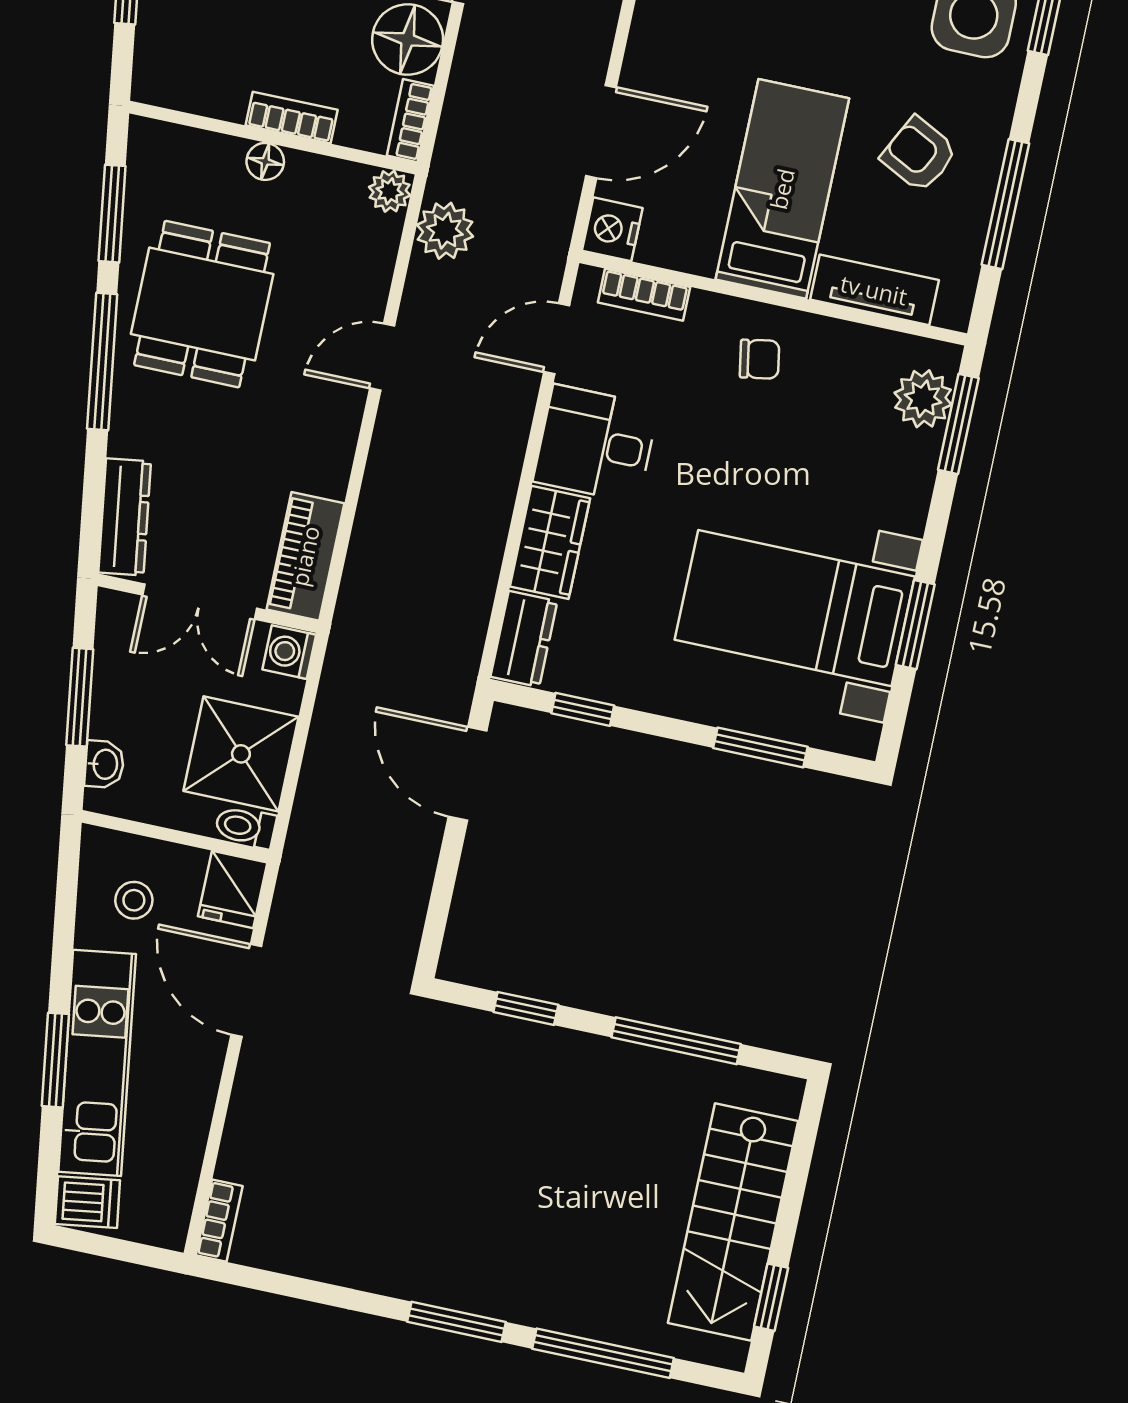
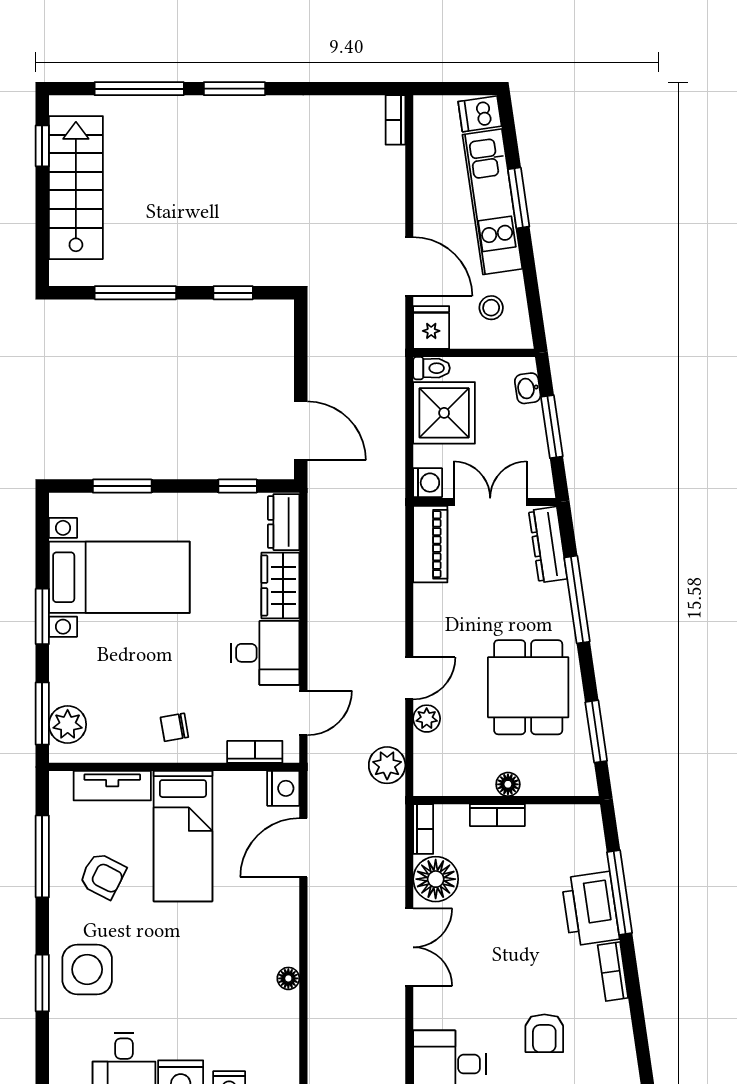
plant: (390, 191) -> (427, 719), moved
window: (102, 362) -> (577, 600), moved
window: (915, 625) -> (42, 616), moved

